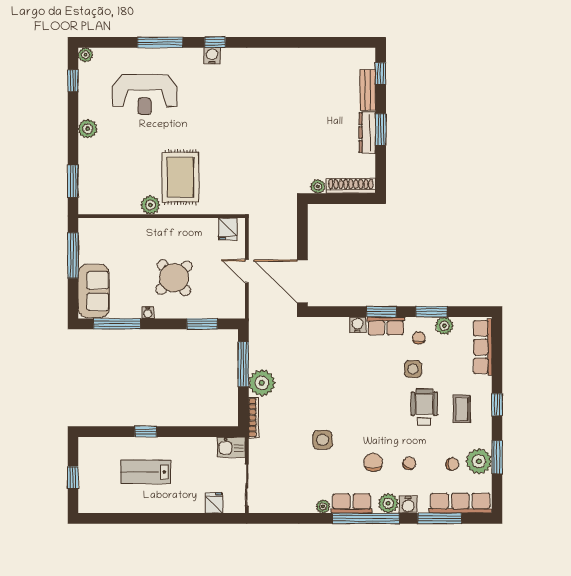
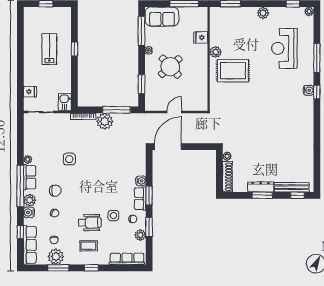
bench: (368, 90) -> (292, 187), width x1.36
fridge: (228, 229) -> (201, 37), moved
window: (440, 518) -> (20, 232), width x0.46

